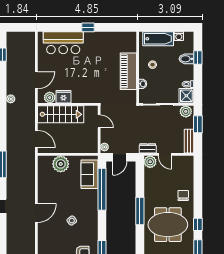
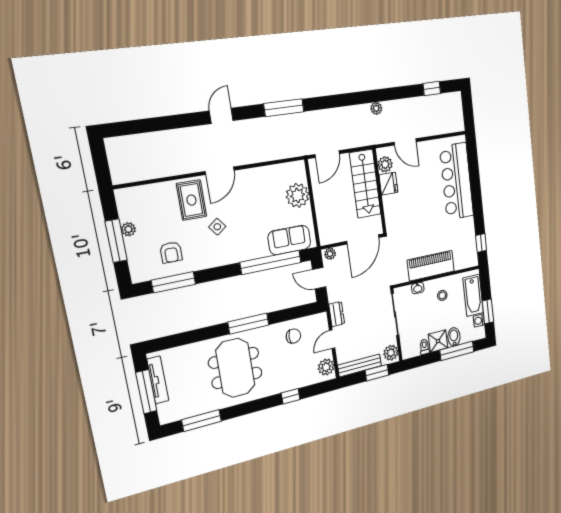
window: (88, 27) -> (481, 243), moved
window: (174, 27) -> (488, 311), added
bar counter: (63, 43) -> (457, 181), width x1.36
window: (198, 58) -> (457, 351), width x2.17
shower: (186, 96) -> (438, 341), moved
door: (99, 121) -> (363, 239), width x1.88
bench: (189, 141) -> (360, 366), width x1.36
plant: (150, 162) -> (326, 367), moved
chair: (183, 195) -> (293, 336), moved
door: (36, 213) -> (220, 171), hinge flipped
window: (198, 224) -> (291, 396), moved
rug: (52, 234) -> (191, 200), added

